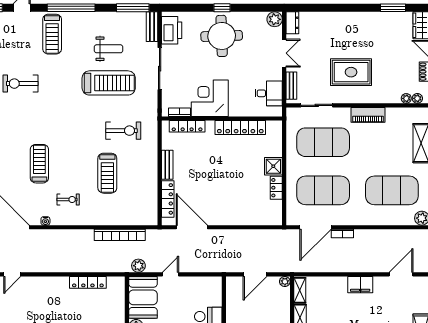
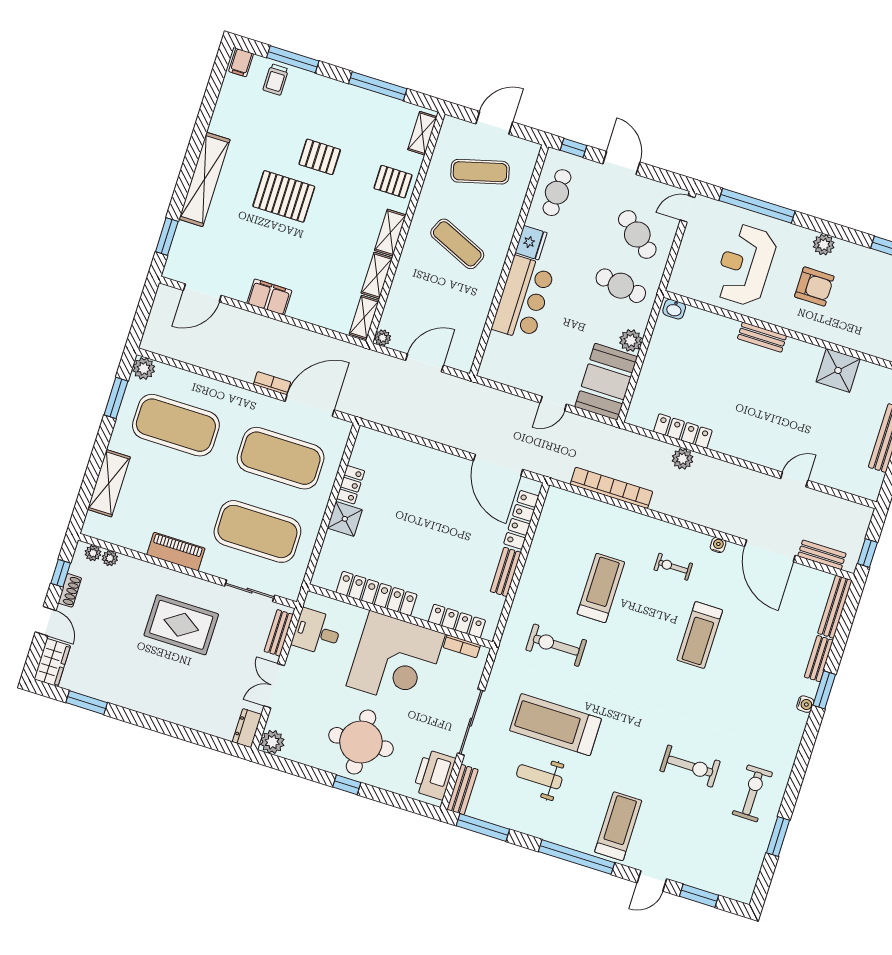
corner desk: (210, 98) -> (396, 660), width x1.36, depth x1.36
plant: (138, 266) -> (683, 459), moved

